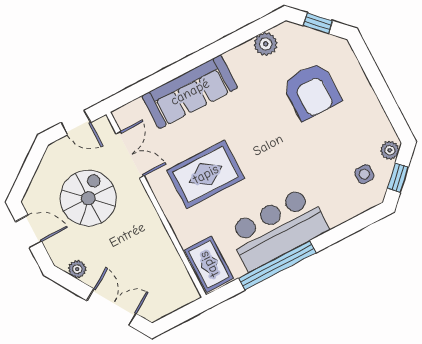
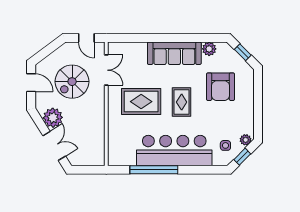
sofa: (190, 92) -> (174, 53), moved
spiral stairs: (88, 198) -> (72, 82), turned 180
bar counter: (278, 229) -> (174, 151), width x1.36
rug: (209, 264) -> (182, 102), moved
plant: (77, 269) -> (53, 118), width x1.88, depth x1.88

